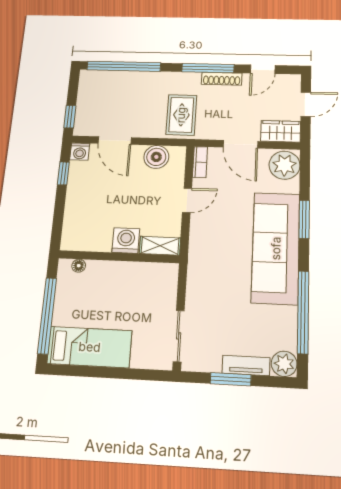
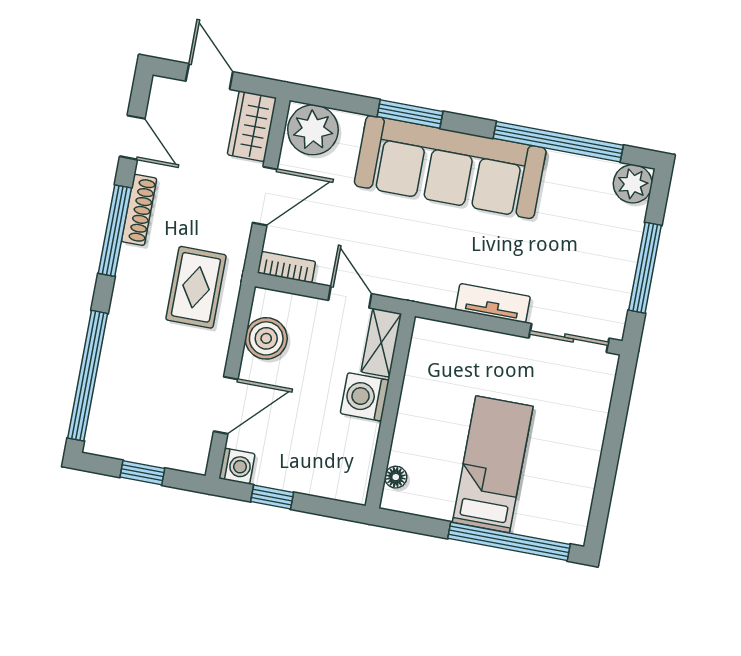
rug: (181, 115) -> (196, 287), turned 90
window: (70, 117) -> (142, 473), moved
washing machine: (126, 240) -> (365, 397), moved
shelving: (160, 246) -> (381, 343), moved
wall: (119, 257) -> (390, 411), moved
floor lamp: (79, 266) -> (396, 477), moved
bed: (90, 347) -> (493, 464), moved
tv unit: (246, 365) -> (493, 303), moved, turned 90
window: (231, 379) -> (645, 268), width x1.44

